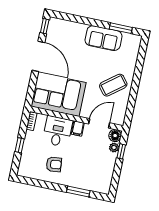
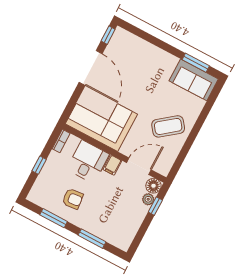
sofa: (104, 38) -> (194, 80), moved
window: (43, 184) -> (54, 218), added

